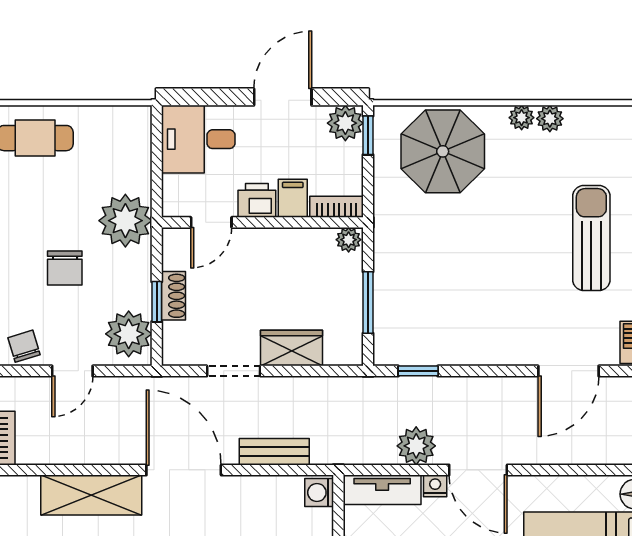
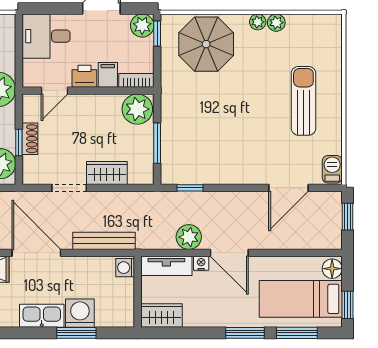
plant: (349, 240) -> (137, 109), width x1.88, depth x1.88
bench: (274, 452) -> (104, 241), width x1.36

